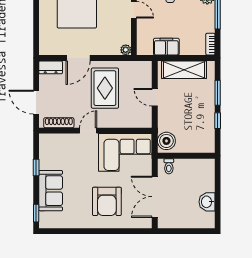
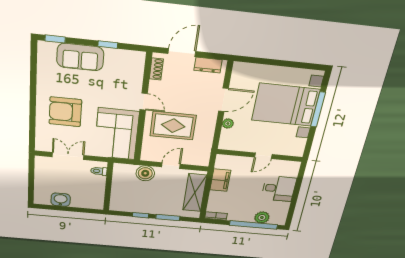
plant: (126, 50) -> (228, 123), moved
door: (78, 58) -> (223, 100), swing flipped
dresser: (51, 67) -> (208, 65), moved, turned -90
rug: (105, 88) -> (173, 126), moved
shoe rack: (59, 123) -> (156, 69), width x0.70
boiler: (166, 141) -> (145, 173), moved
double door: (155, 197) -> (68, 156), width x0.73

